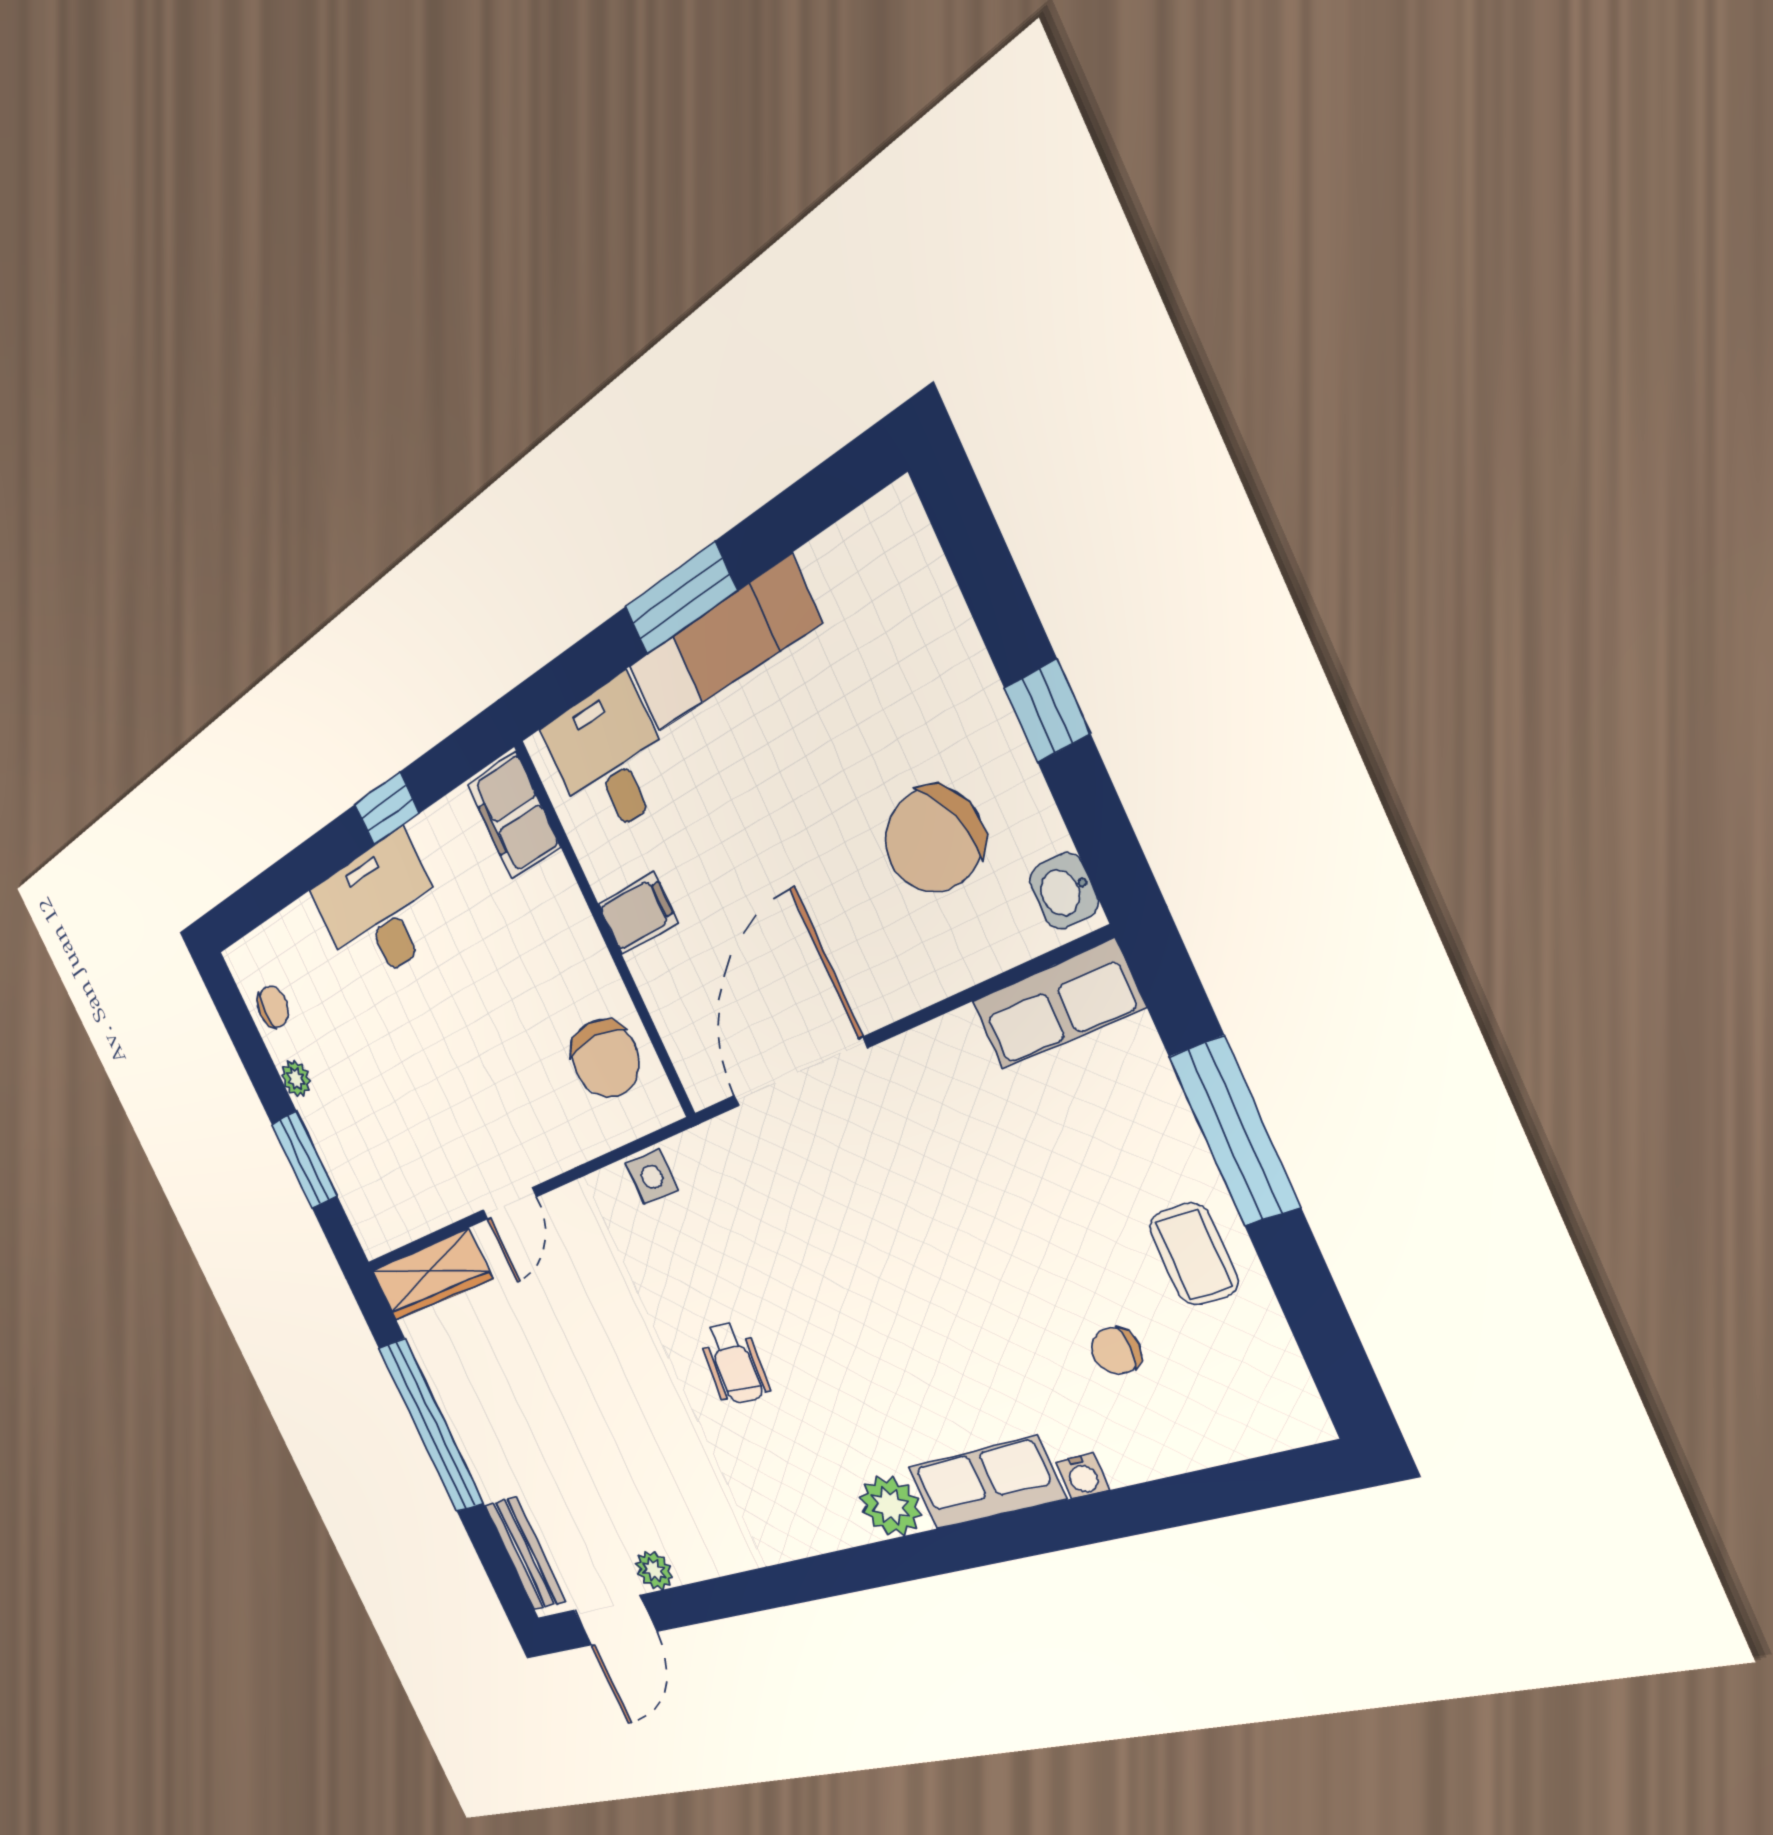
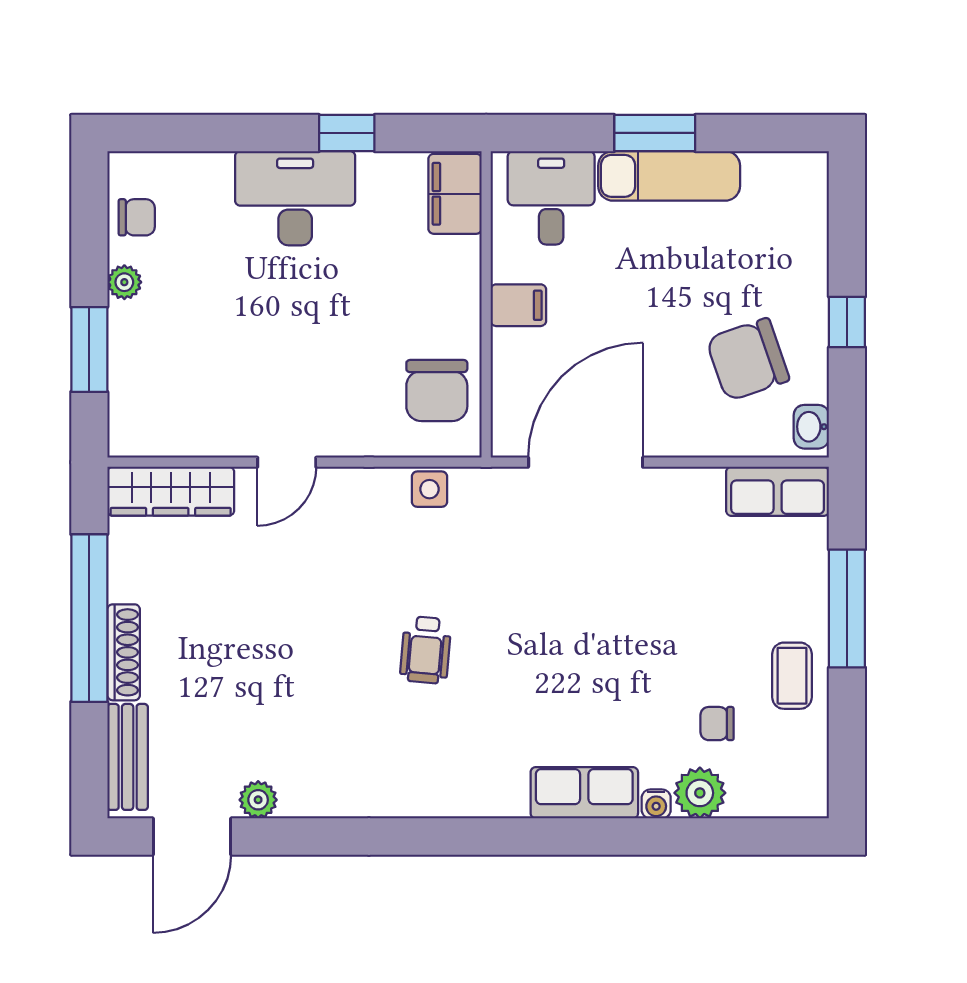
shoe rack: (473, 1451) -> (124, 652), added
plant: (891, 1506) -> (700, 793), moved

